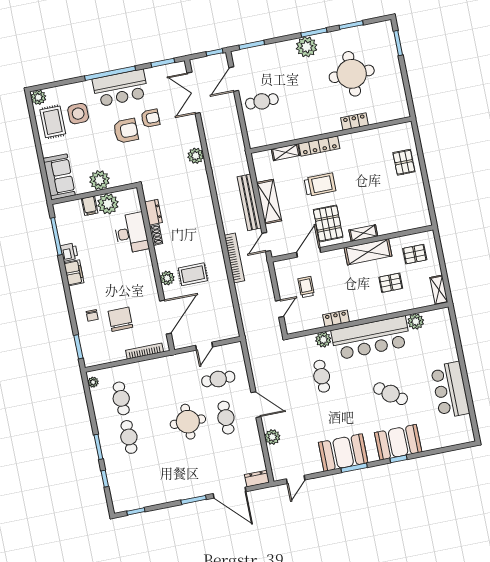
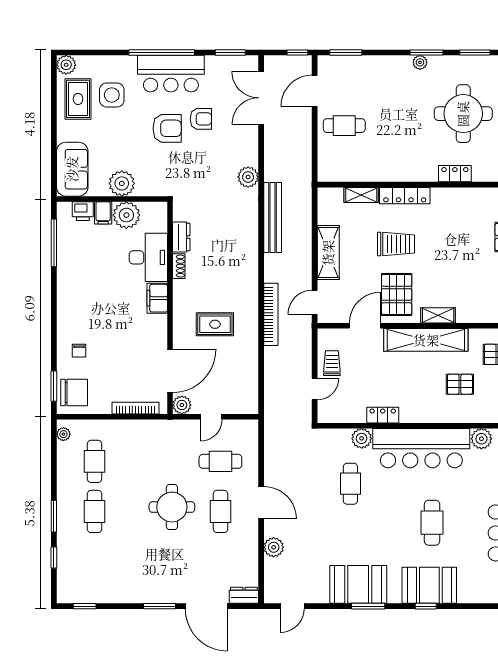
plant: (307, 47) -> (420, 62), width x0.53, depth x0.53
bench: (249, 202) -> (273, 218), moved
printer: (69, 252) -> (83, 211), moved, turned 90
shelving: (368, 252) -> (426, 340), width x1.47
filing cabinet: (74, 273) -> (157, 298), moved, turned 180
plant: (167, 278) -> (182, 405), moved
trolley: (306, 287) -> (332, 363), moved
chair: (120, 319) -> (74, 393), moved, turned 90
cafe table: (391, 394) -> (432, 523), turned 54

